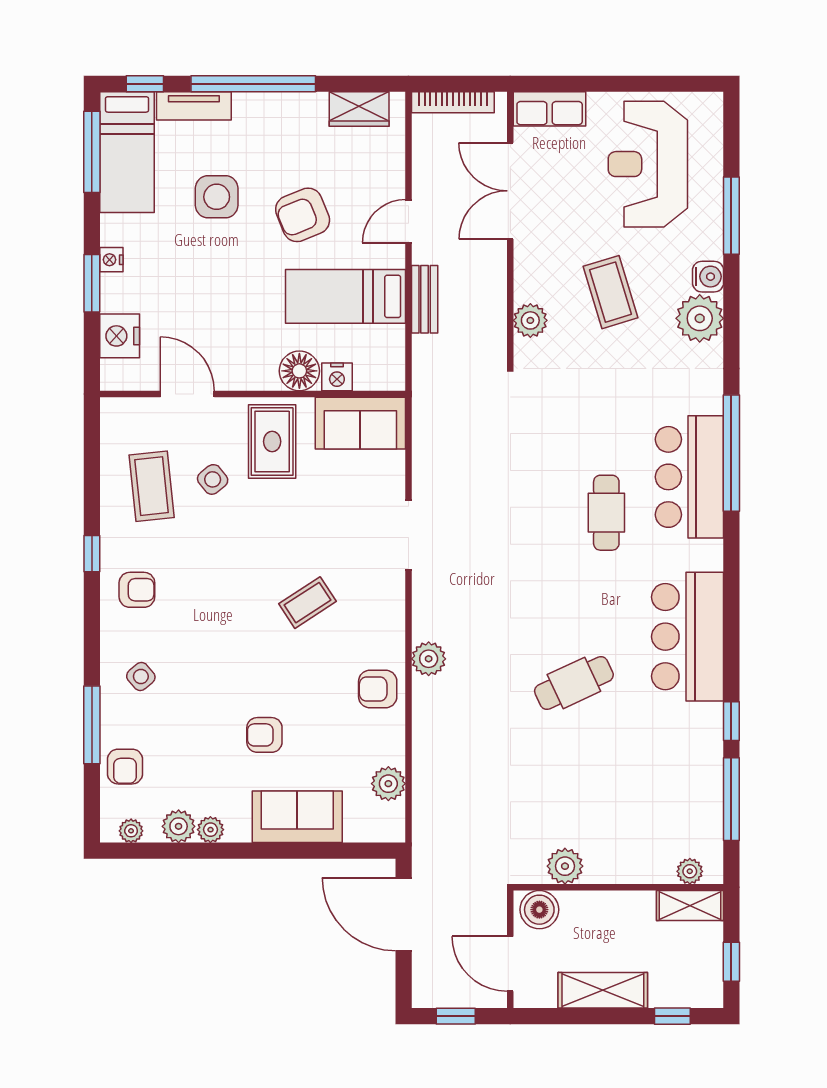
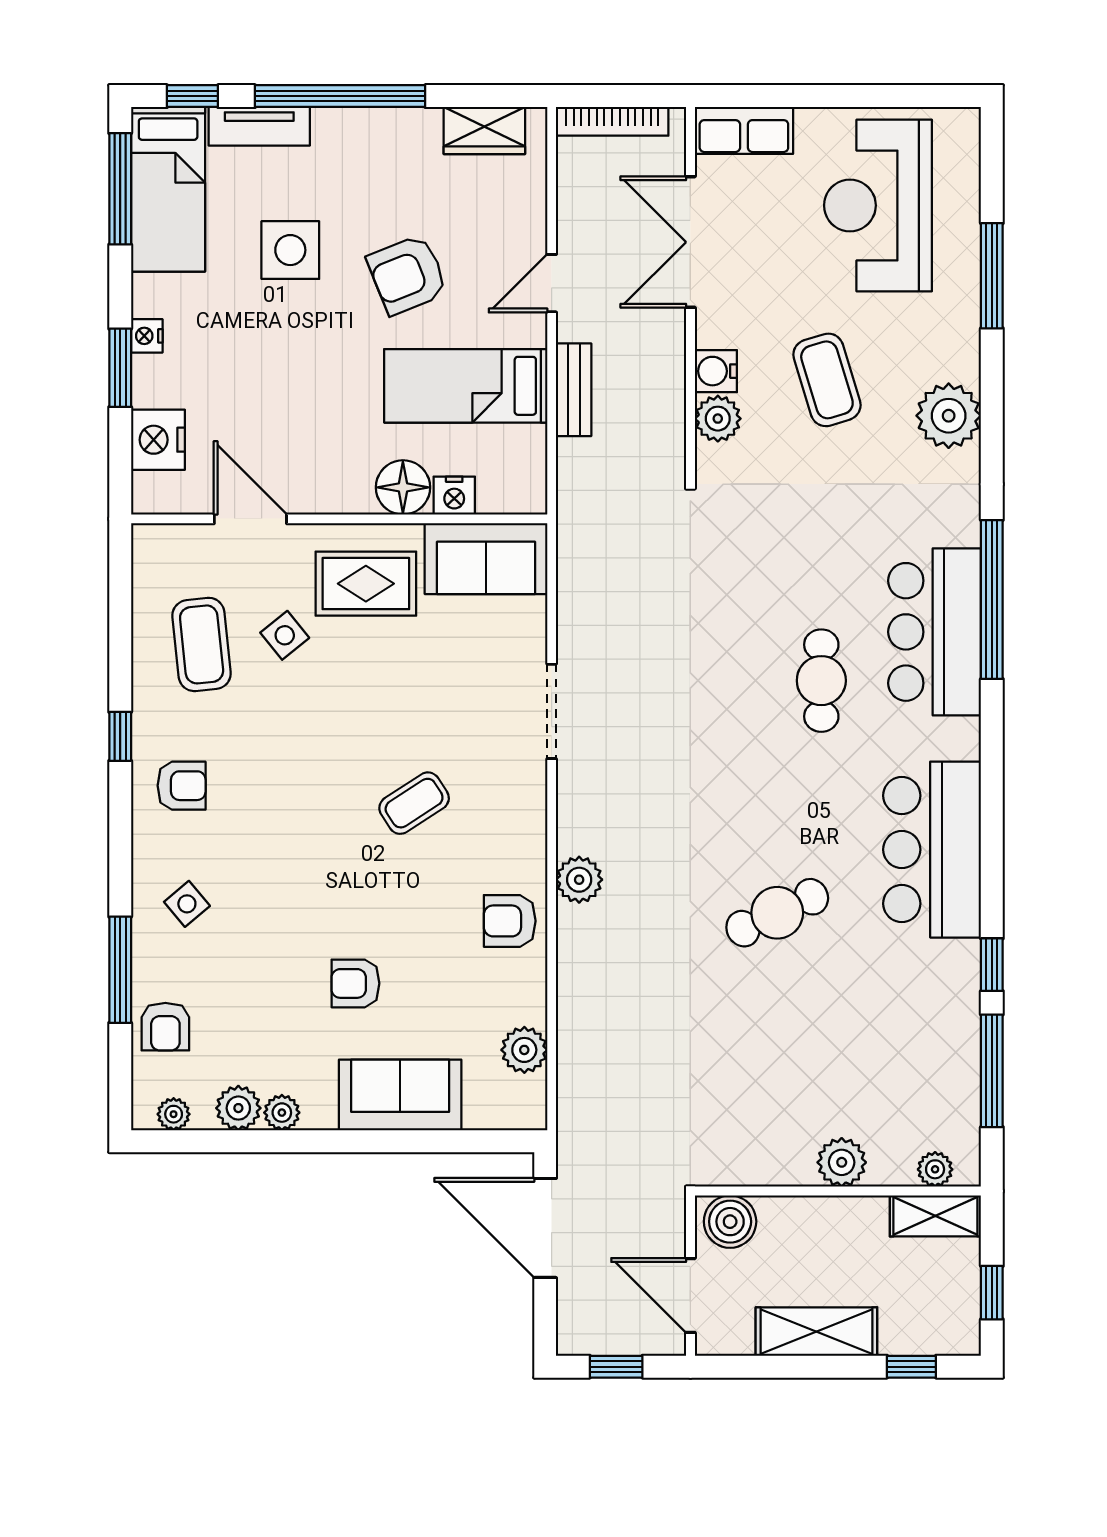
water cooler: (708, 277) -> (716, 371), moved, turned 180
rug: (272, 442) -> (366, 584), turned 90
plant: (565, 866) -> (842, 1162), moved

